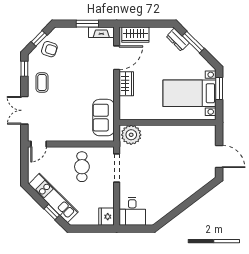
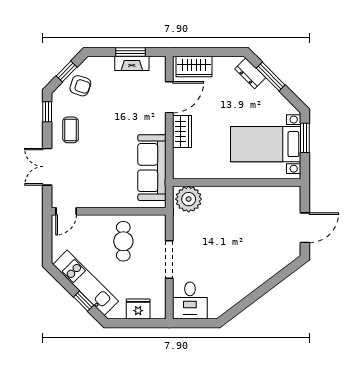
fireplace: (101, 32) -> (132, 63), moved
sofa: (103, 118) -> (152, 168), width x1.36
door: (219, 156) -> (305, 228), hinge flipped
doorway: (117, 168) -> (169, 260), moved
fridge: (106, 217) -> (138, 309), moved, turned 90

